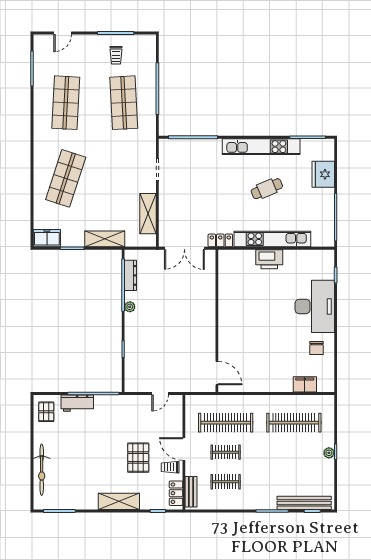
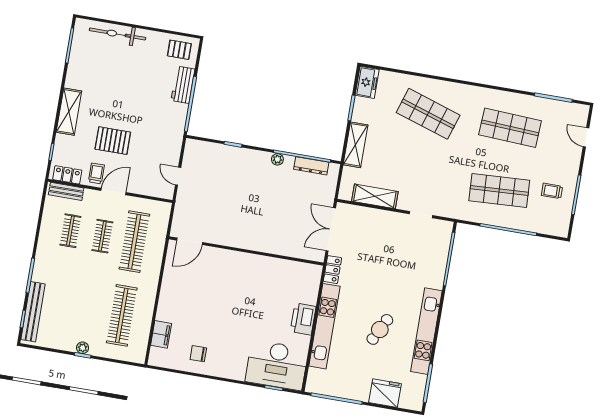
cafe table: (267, 189) -> (380, 329), turned 50
desk: (315, 306) -> (277, 365), moved

